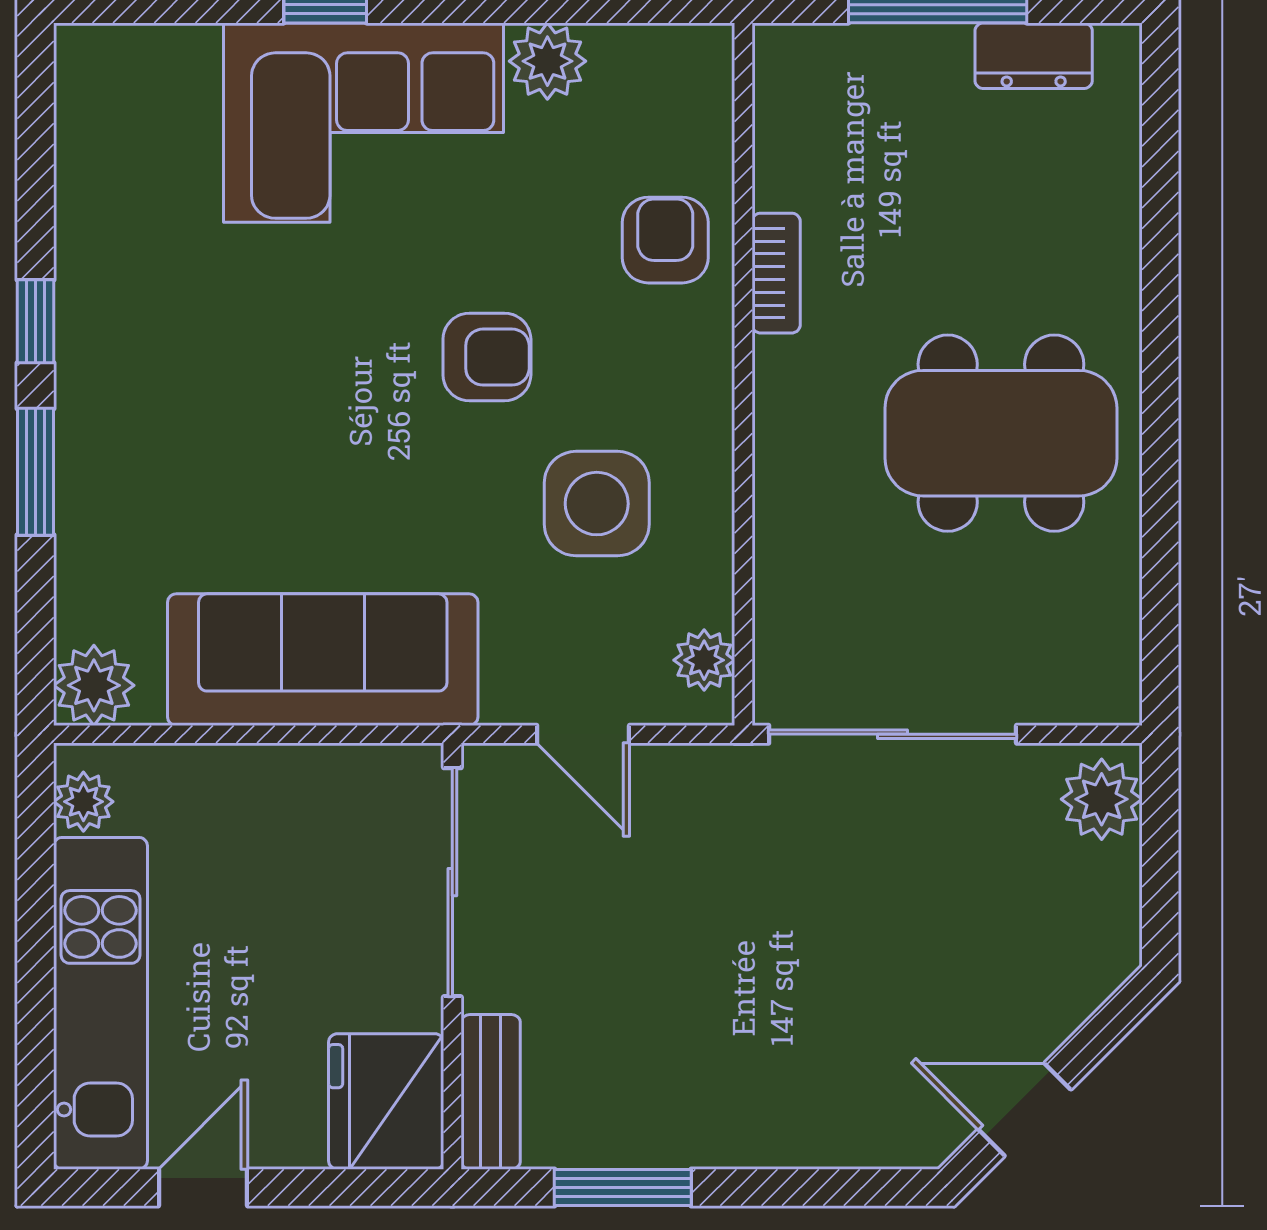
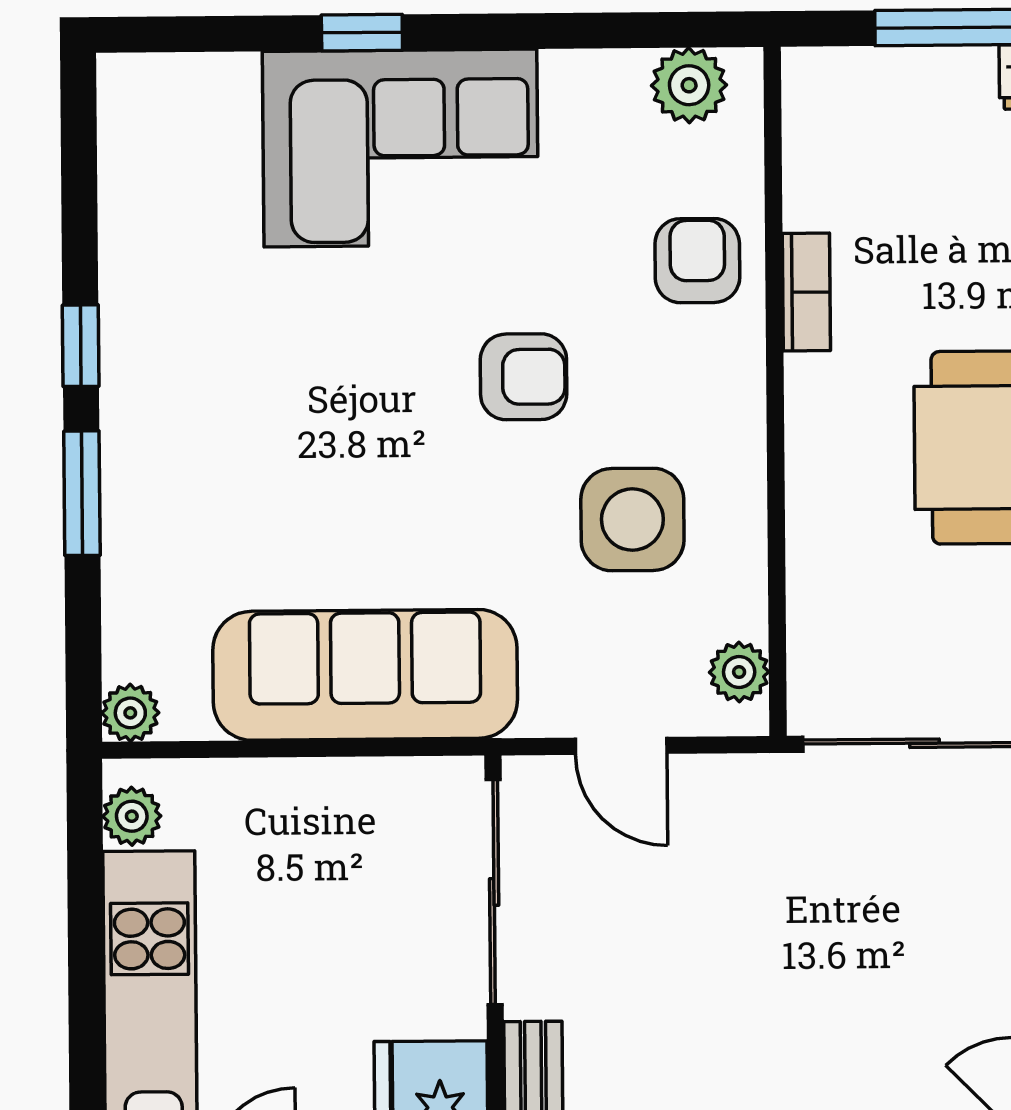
plant: (547, 61) -> (689, 85), moved
plant: (94, 685) -> (130, 713), width x0.73, depth x0.73

